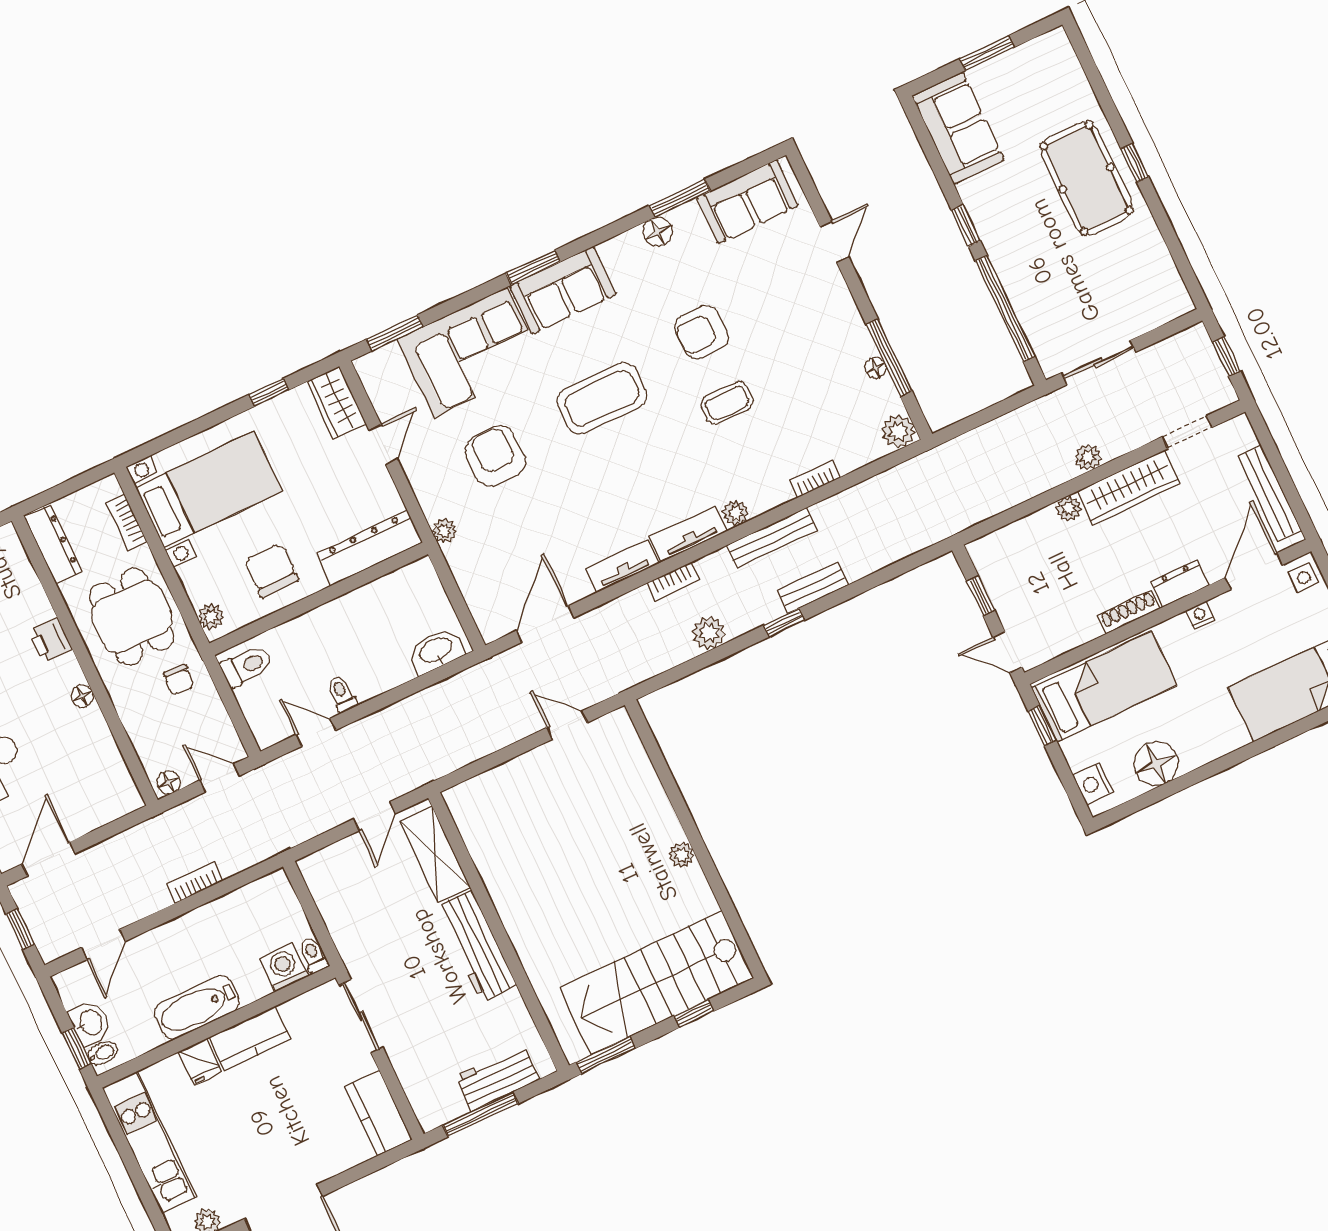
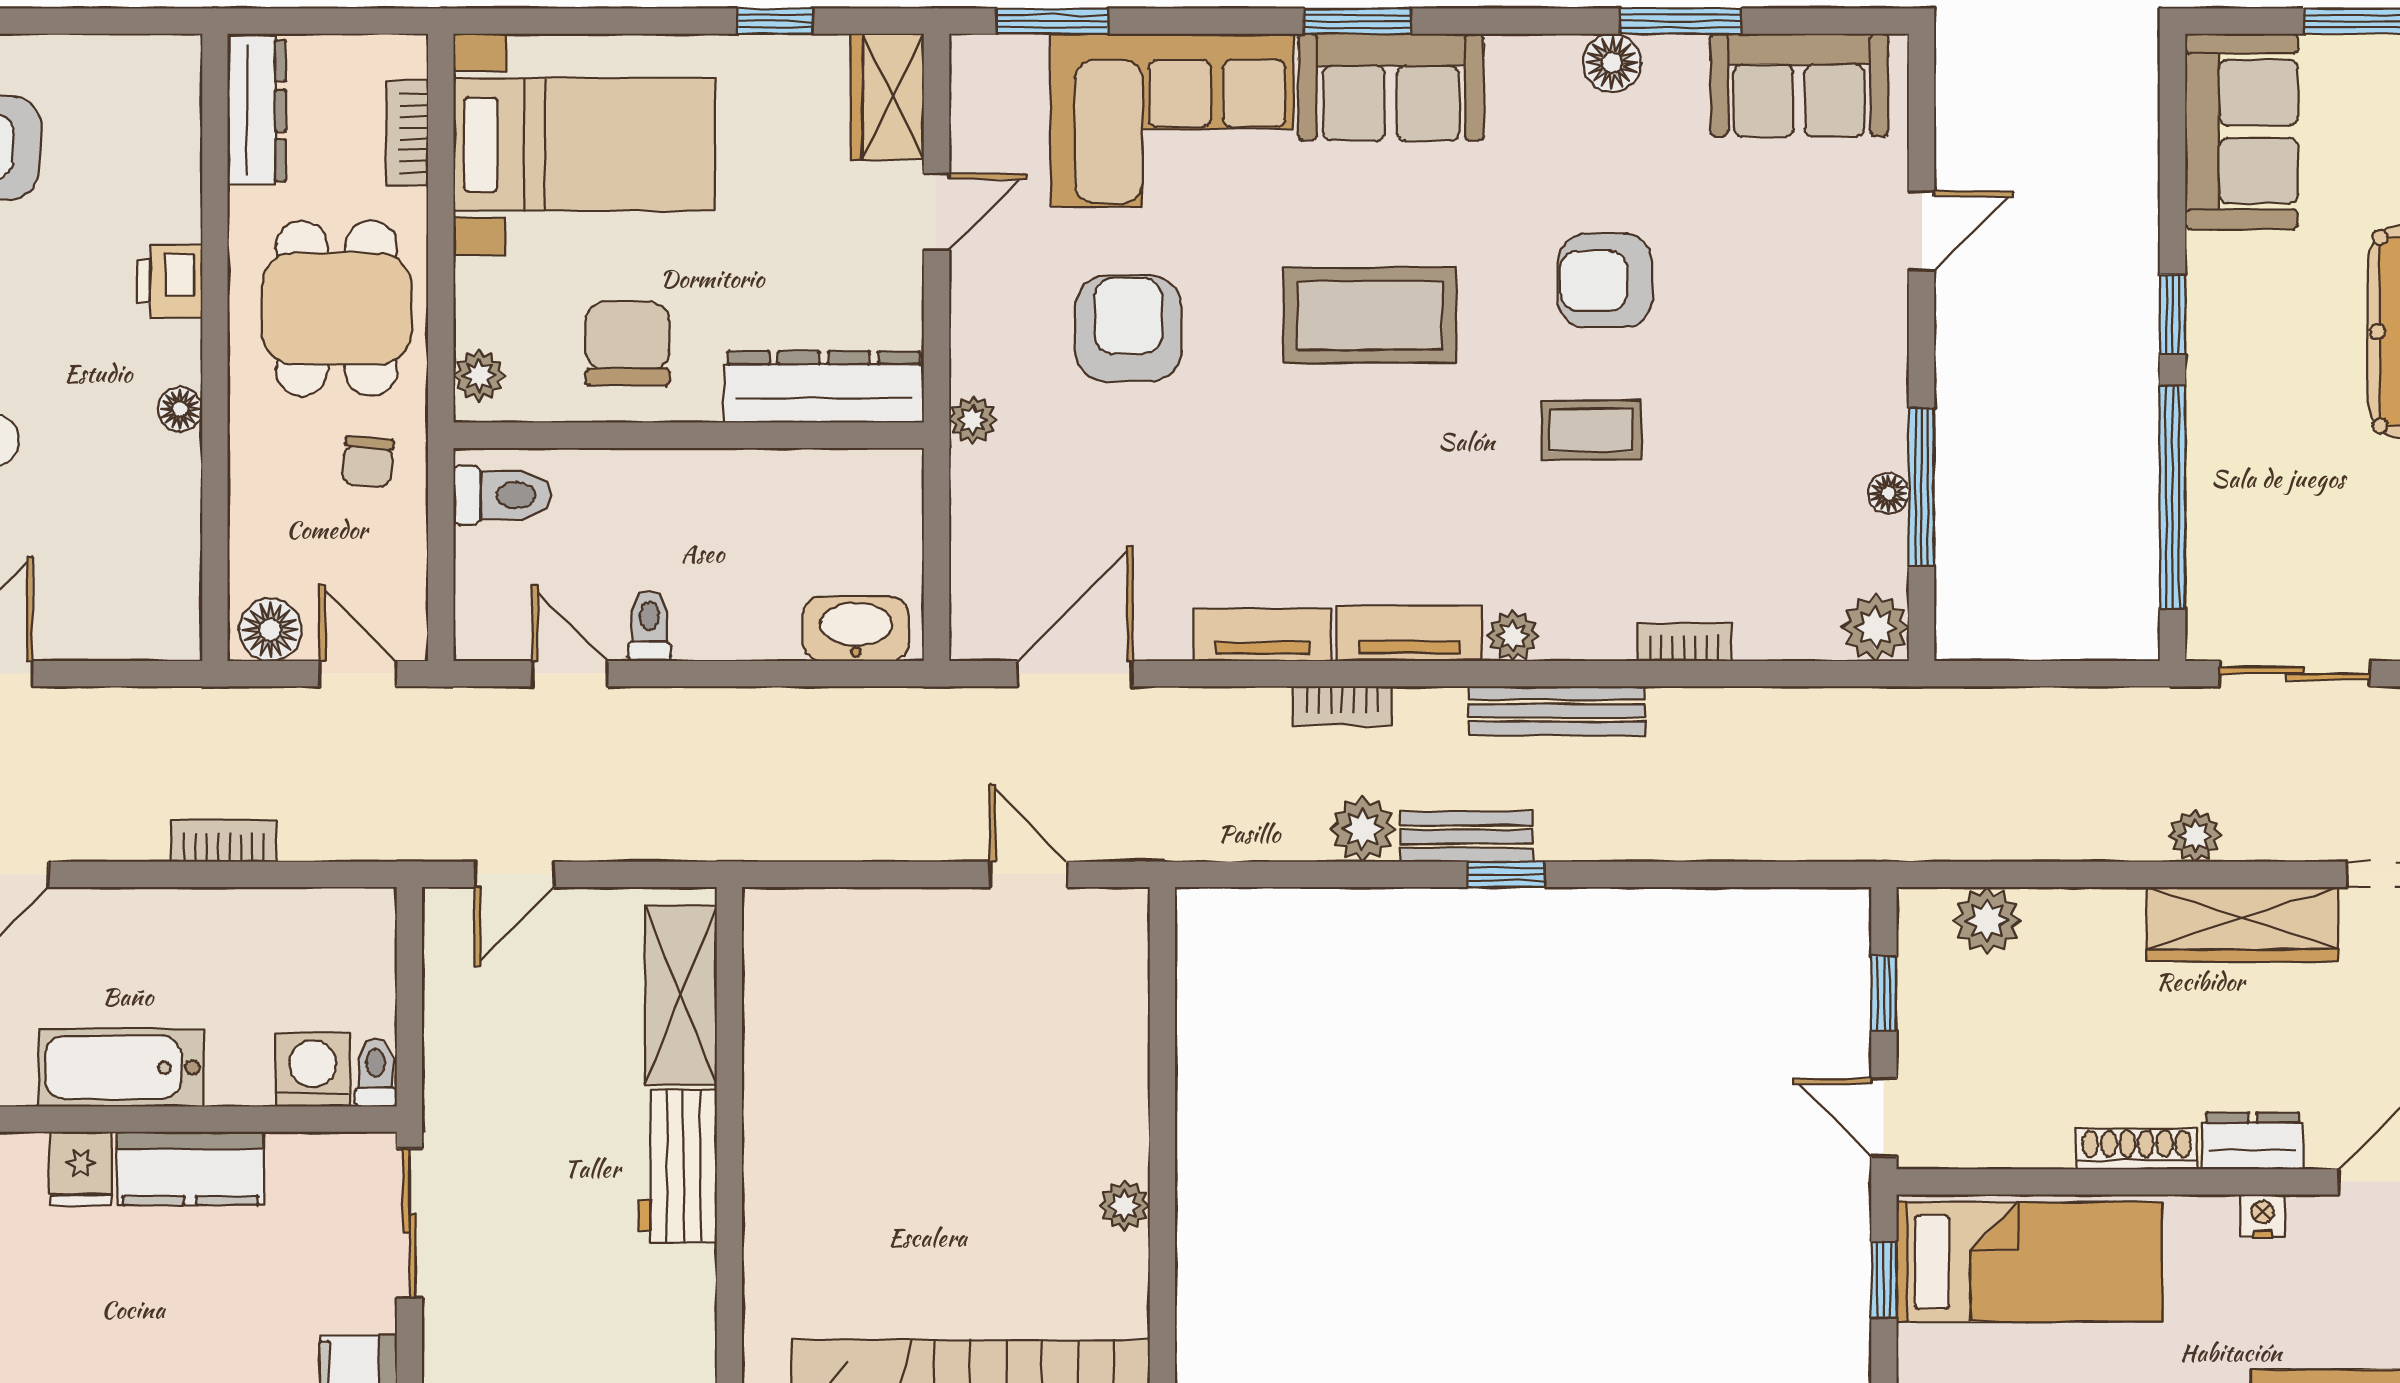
plant: (1069, 509) -> (1987, 921), moved, width x1.38, depth x1.38
bench: (813, 588) -> (1467, 837), moved
floor lamp: (169, 782) -> (270, 630), width x1.37, depth x1.37
door: (374, 816) -> (515, 874), moved
workbench: (476, 946) -> (677, 1166), width x0.73

